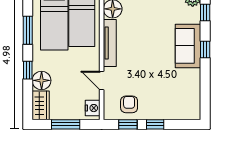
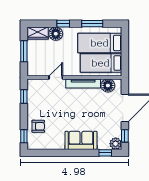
window: (205, 50) -> (78, 153), removed
armchair: (129, 104) -> (38, 126), moved
nightstand: (93, 108) -> (36, 71), removed
window: (155, 124) -> (24, 136), moved

